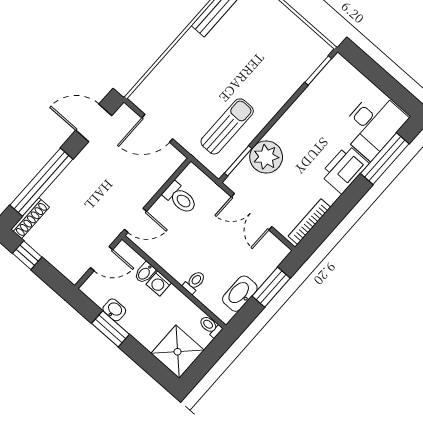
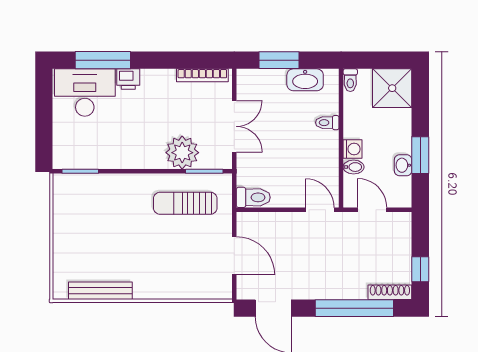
printer: (344, 169) -> (128, 79), width x0.53, depth x0.68
toilet: (180, 198) -> (253, 197), moved, turned 90

